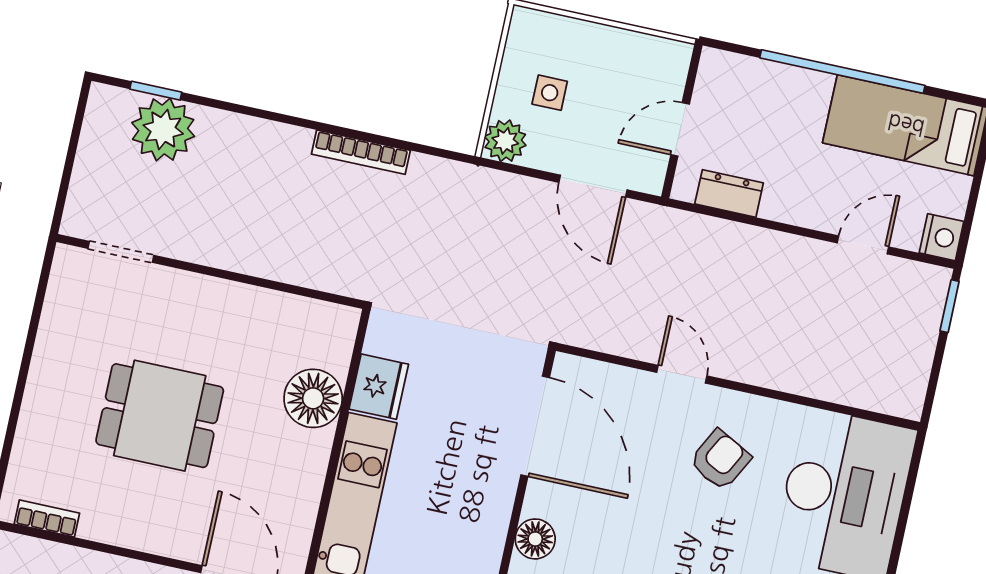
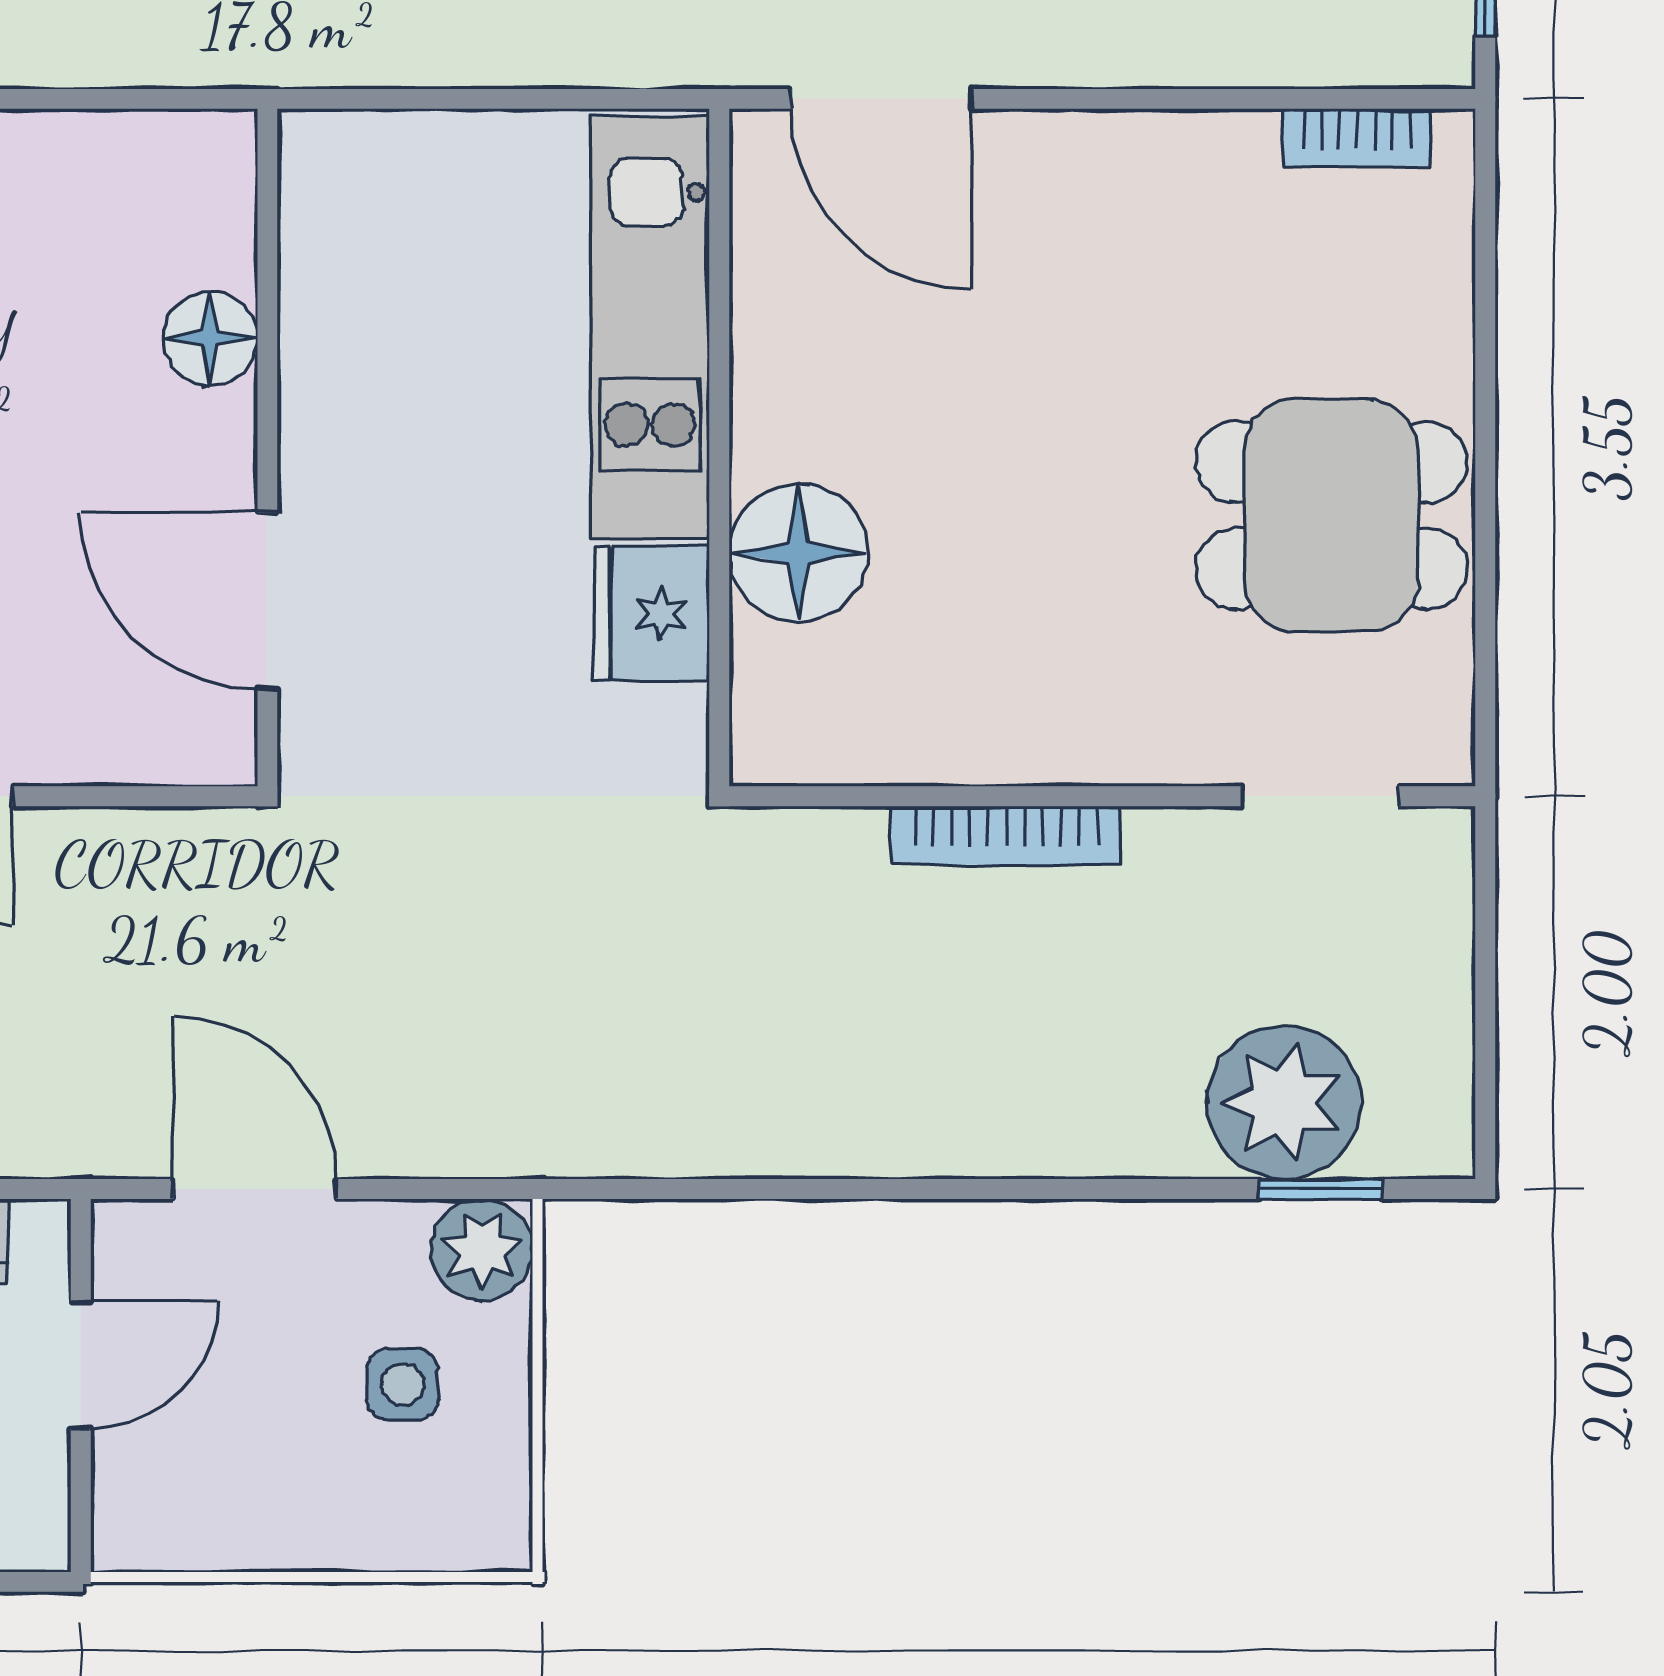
bookcase: (361, 152) -> (1006, 835), moved, turned 180
dining table: (160, 416) -> (1331, 515), moved
door: (535, 426) -> (267, 601), width x0.73

